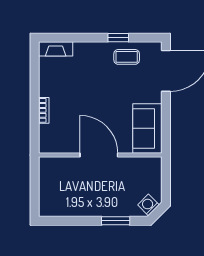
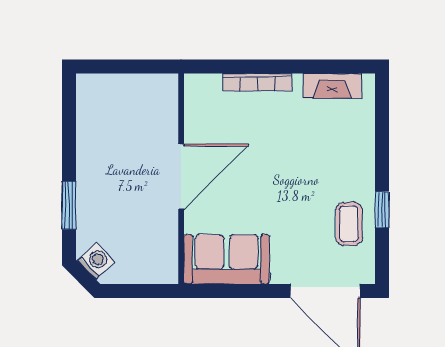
fireplace: (56, 49) -> (332, 86), moved, turned -90
bookcase: (44, 110) -> (258, 82), width x1.56

